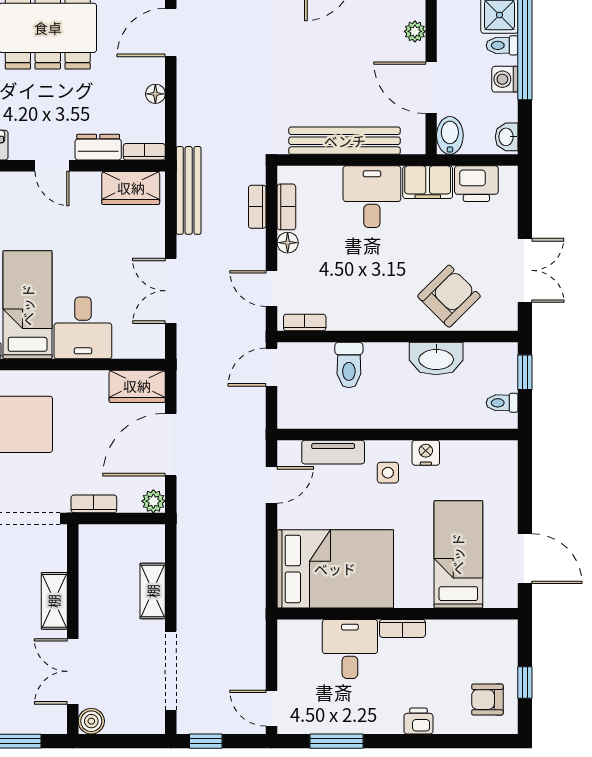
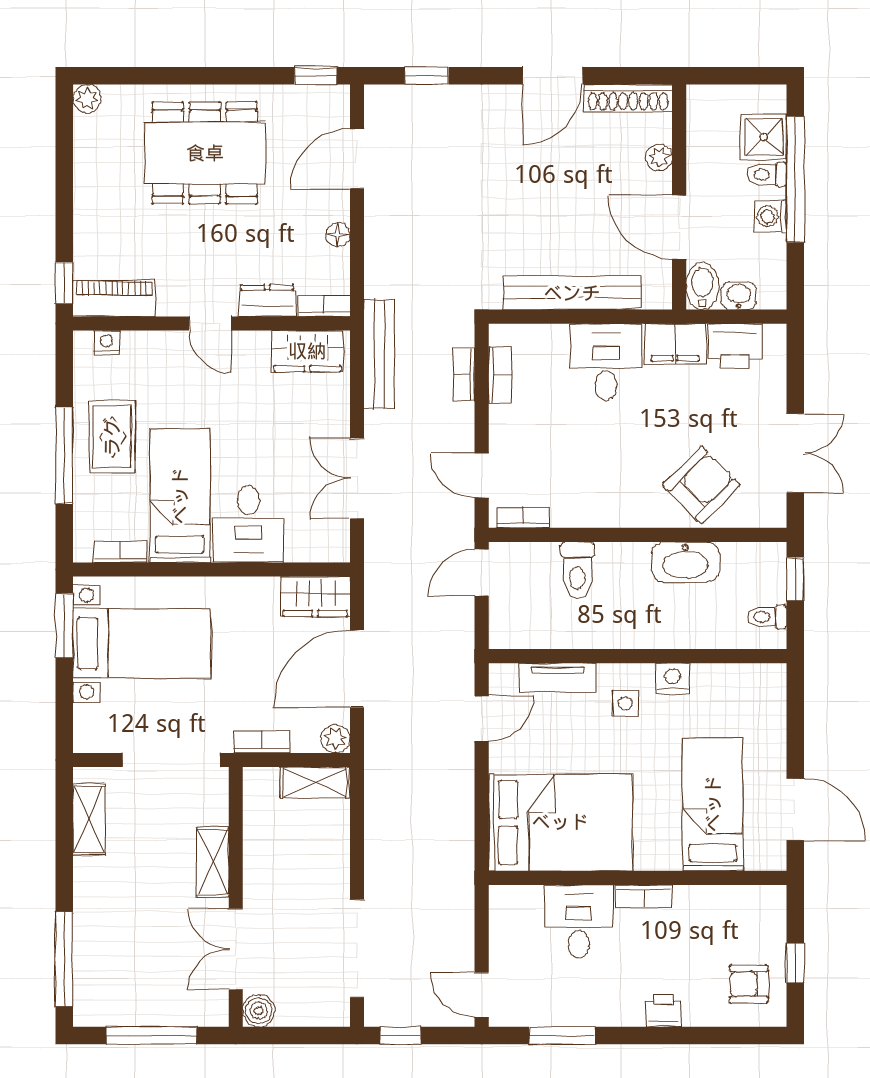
washbasin: (507, 137) -> (739, 296), moved, turned 90
floor lamp: (288, 243) -> (502, 419), removed
shelving: (153, 591) -> (315, 783), moved, turned 90

